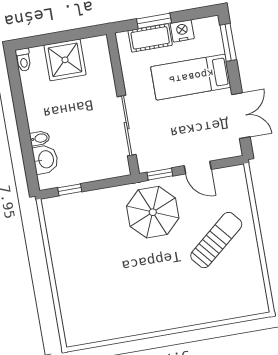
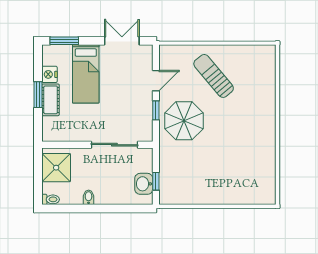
wall: (123, 104) -> (97, 145), moved
sliding door: (127, 126) -> (114, 145), moved
bidet: (40, 138) -> (89, 197), moved
washbasin: (45, 159) -> (144, 184), moved, turned -90

